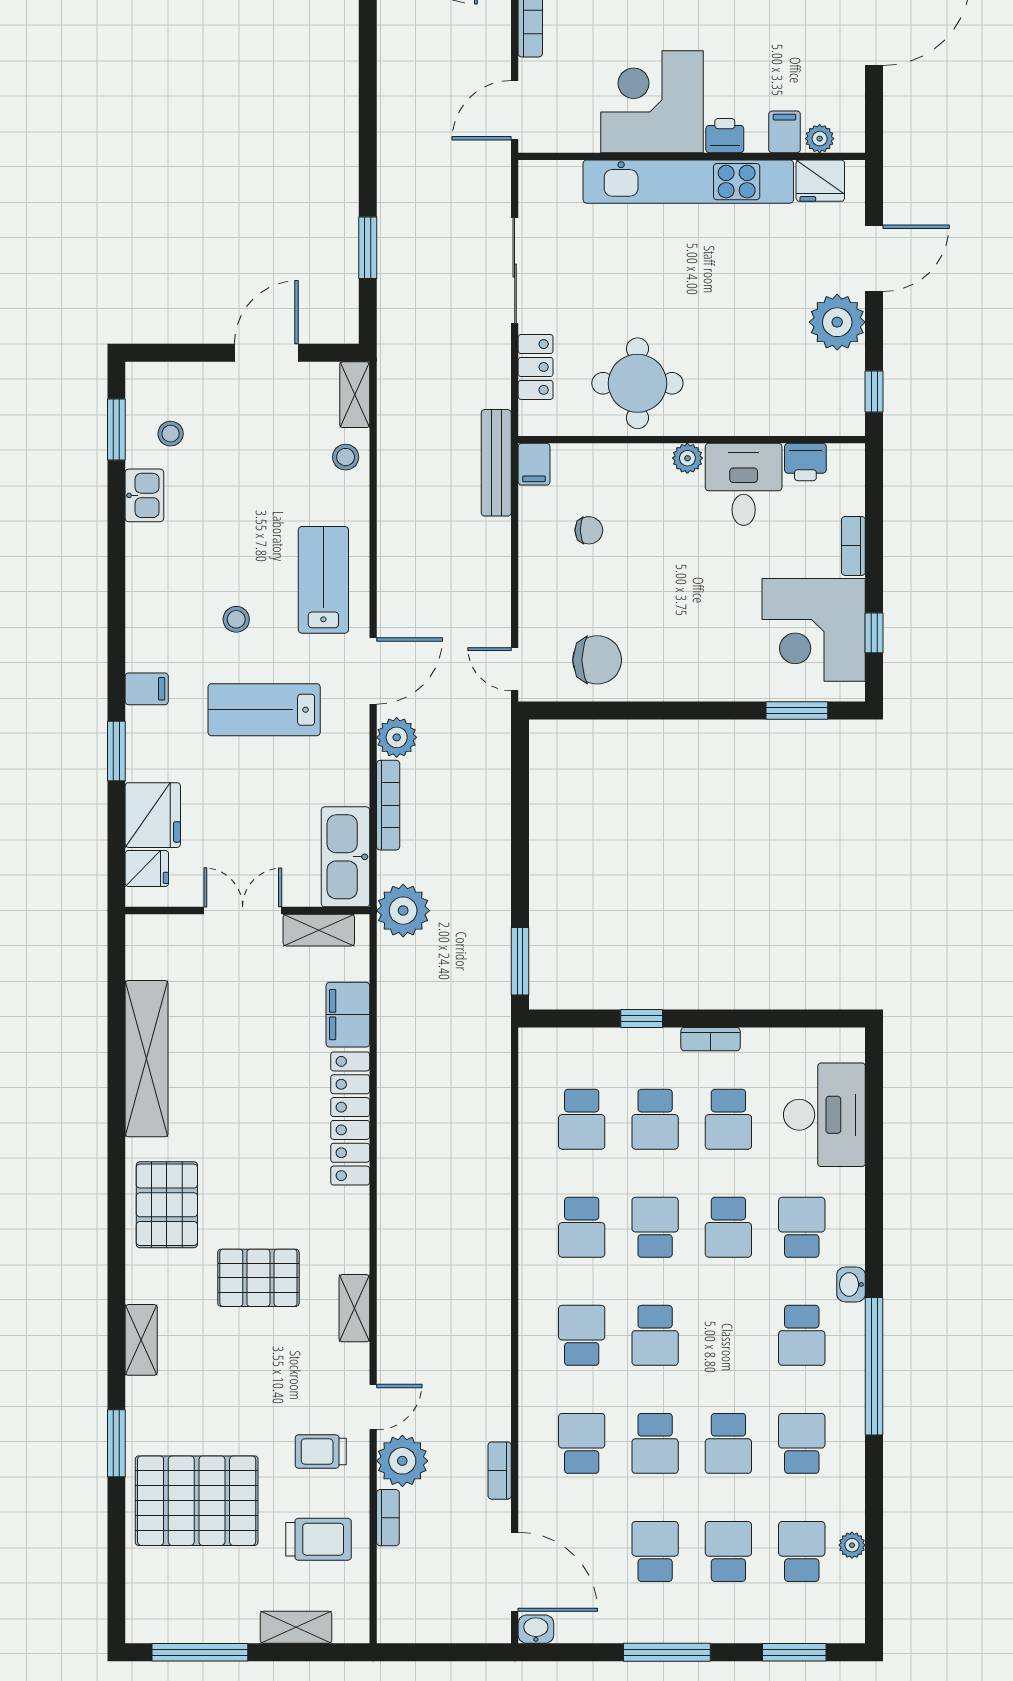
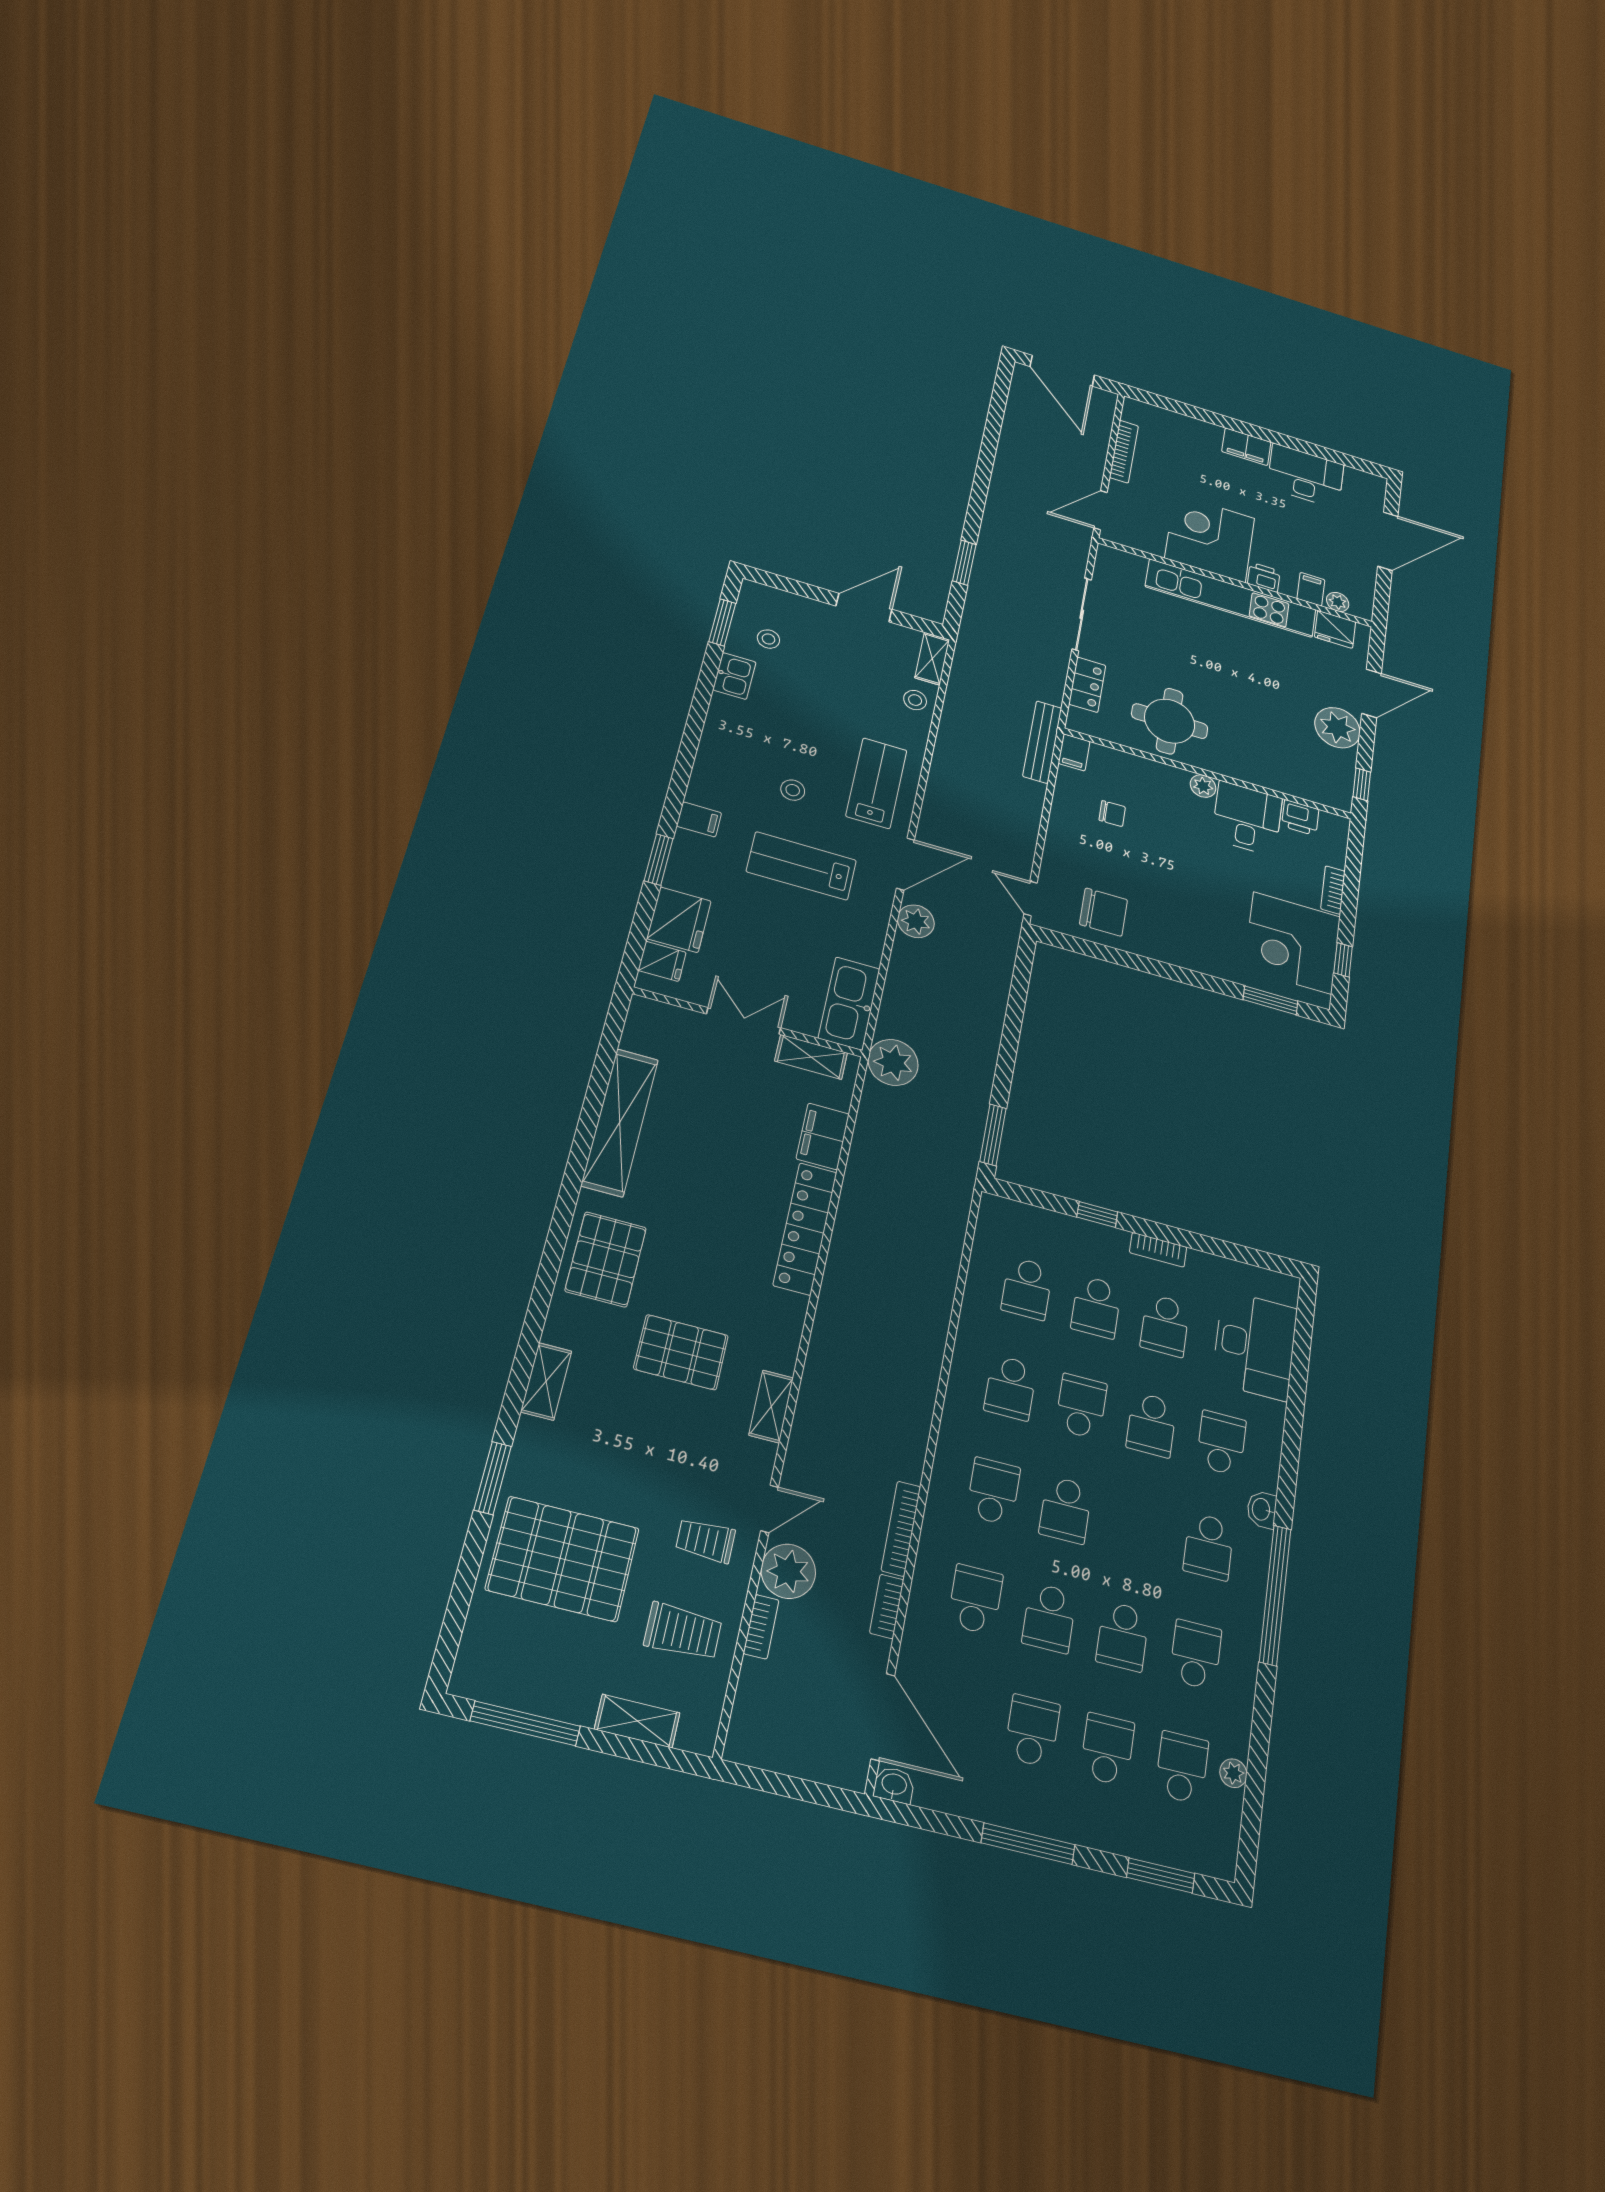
bookcase: (388, 805) -> (901, 1528), moved, turned 180

